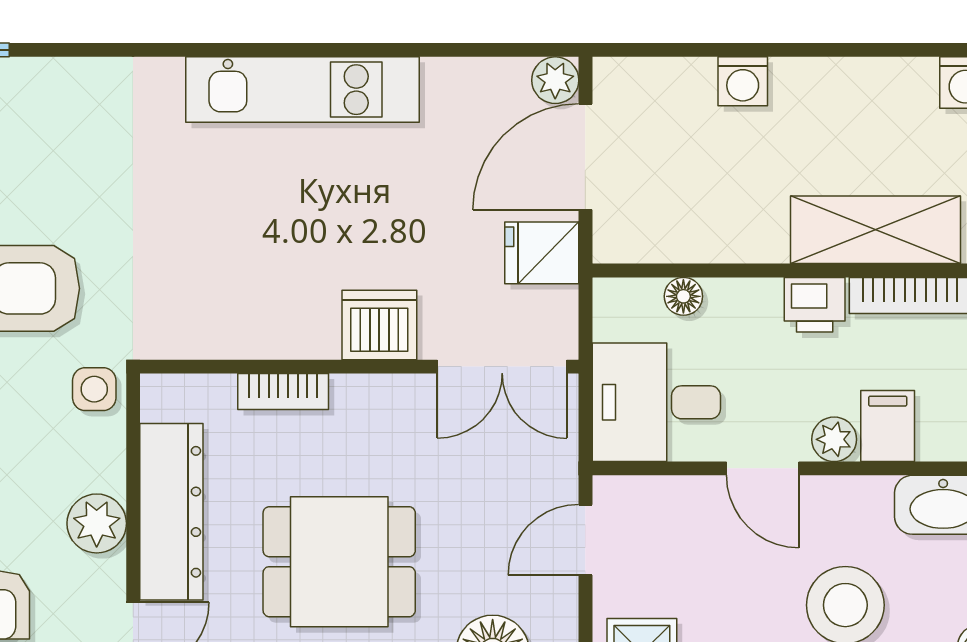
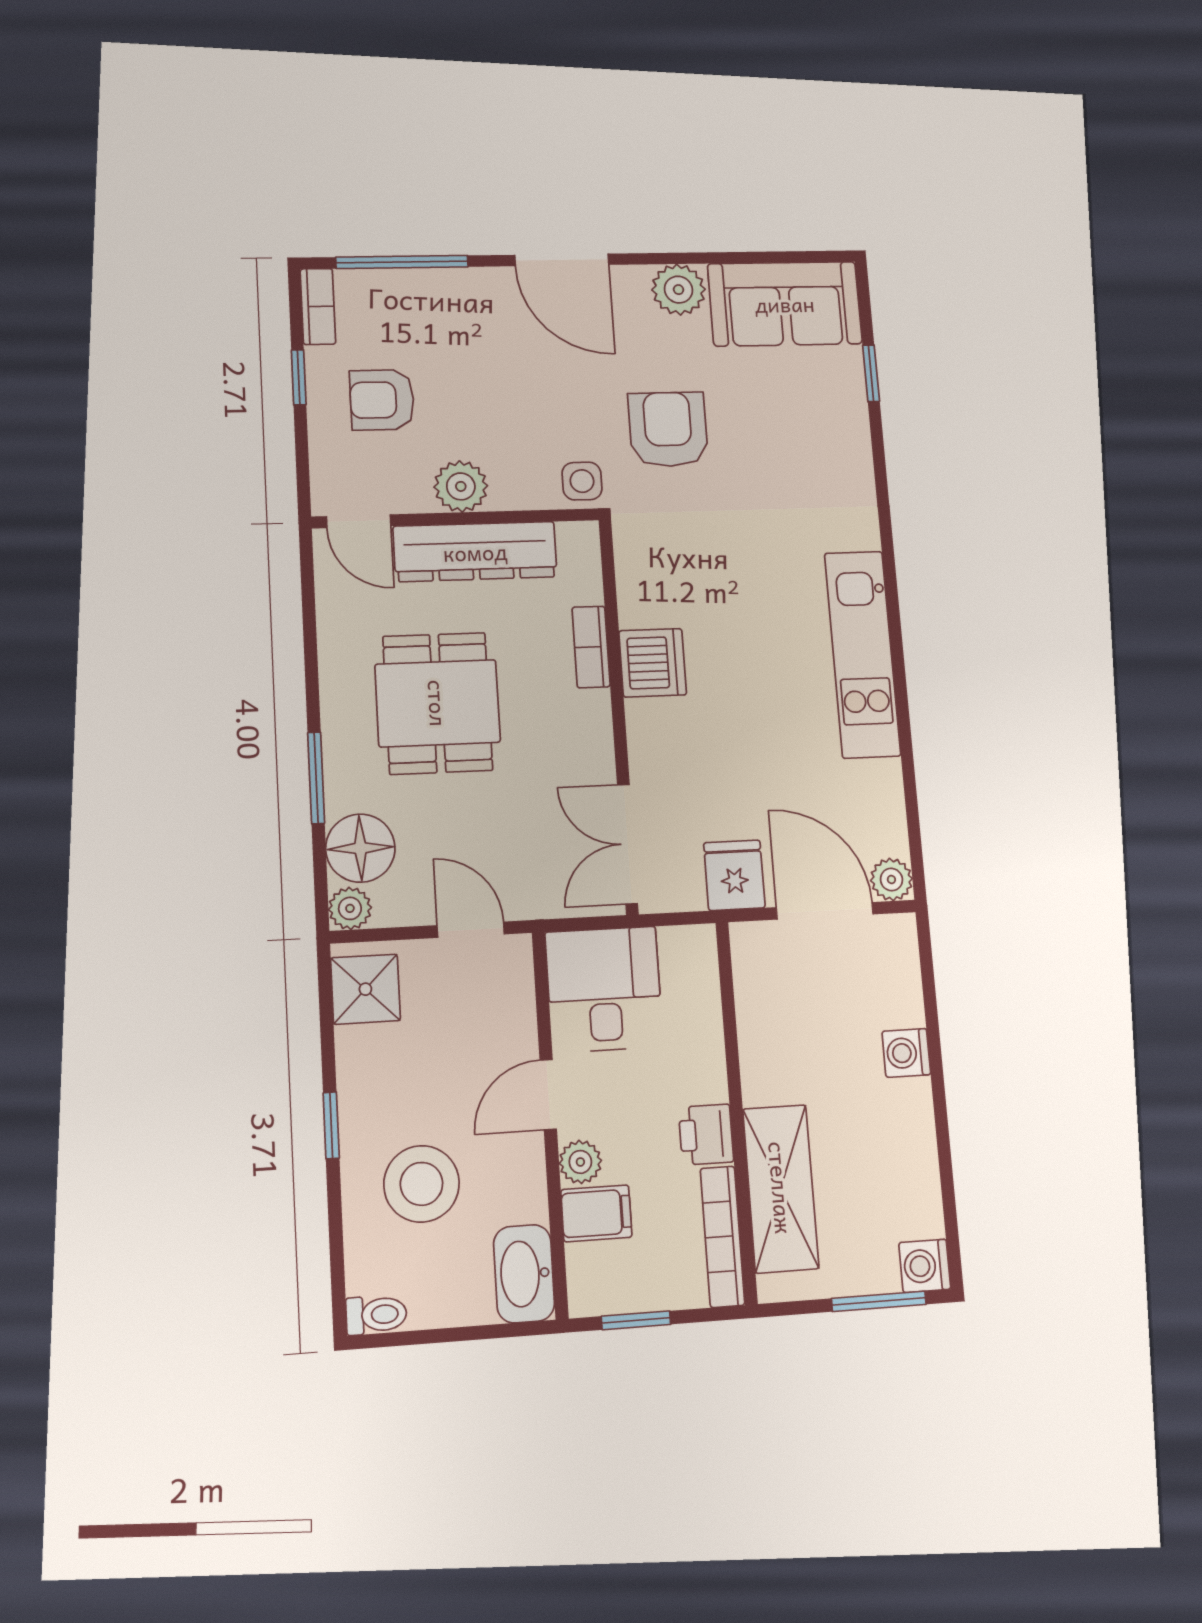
floor lamp: (683, 296) -> (705, 1009), removed
dishwasher: (379, 325) -> (653, 663), moved

